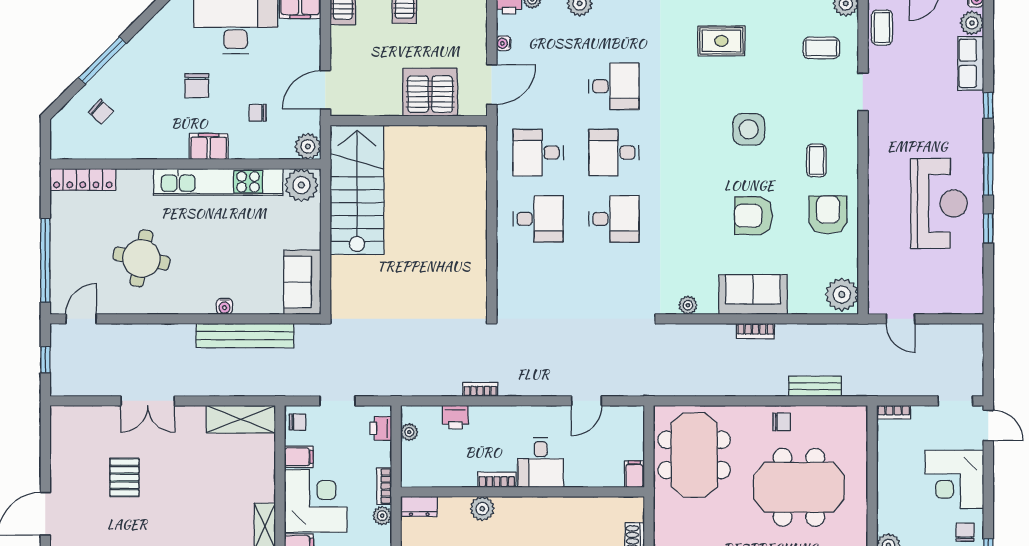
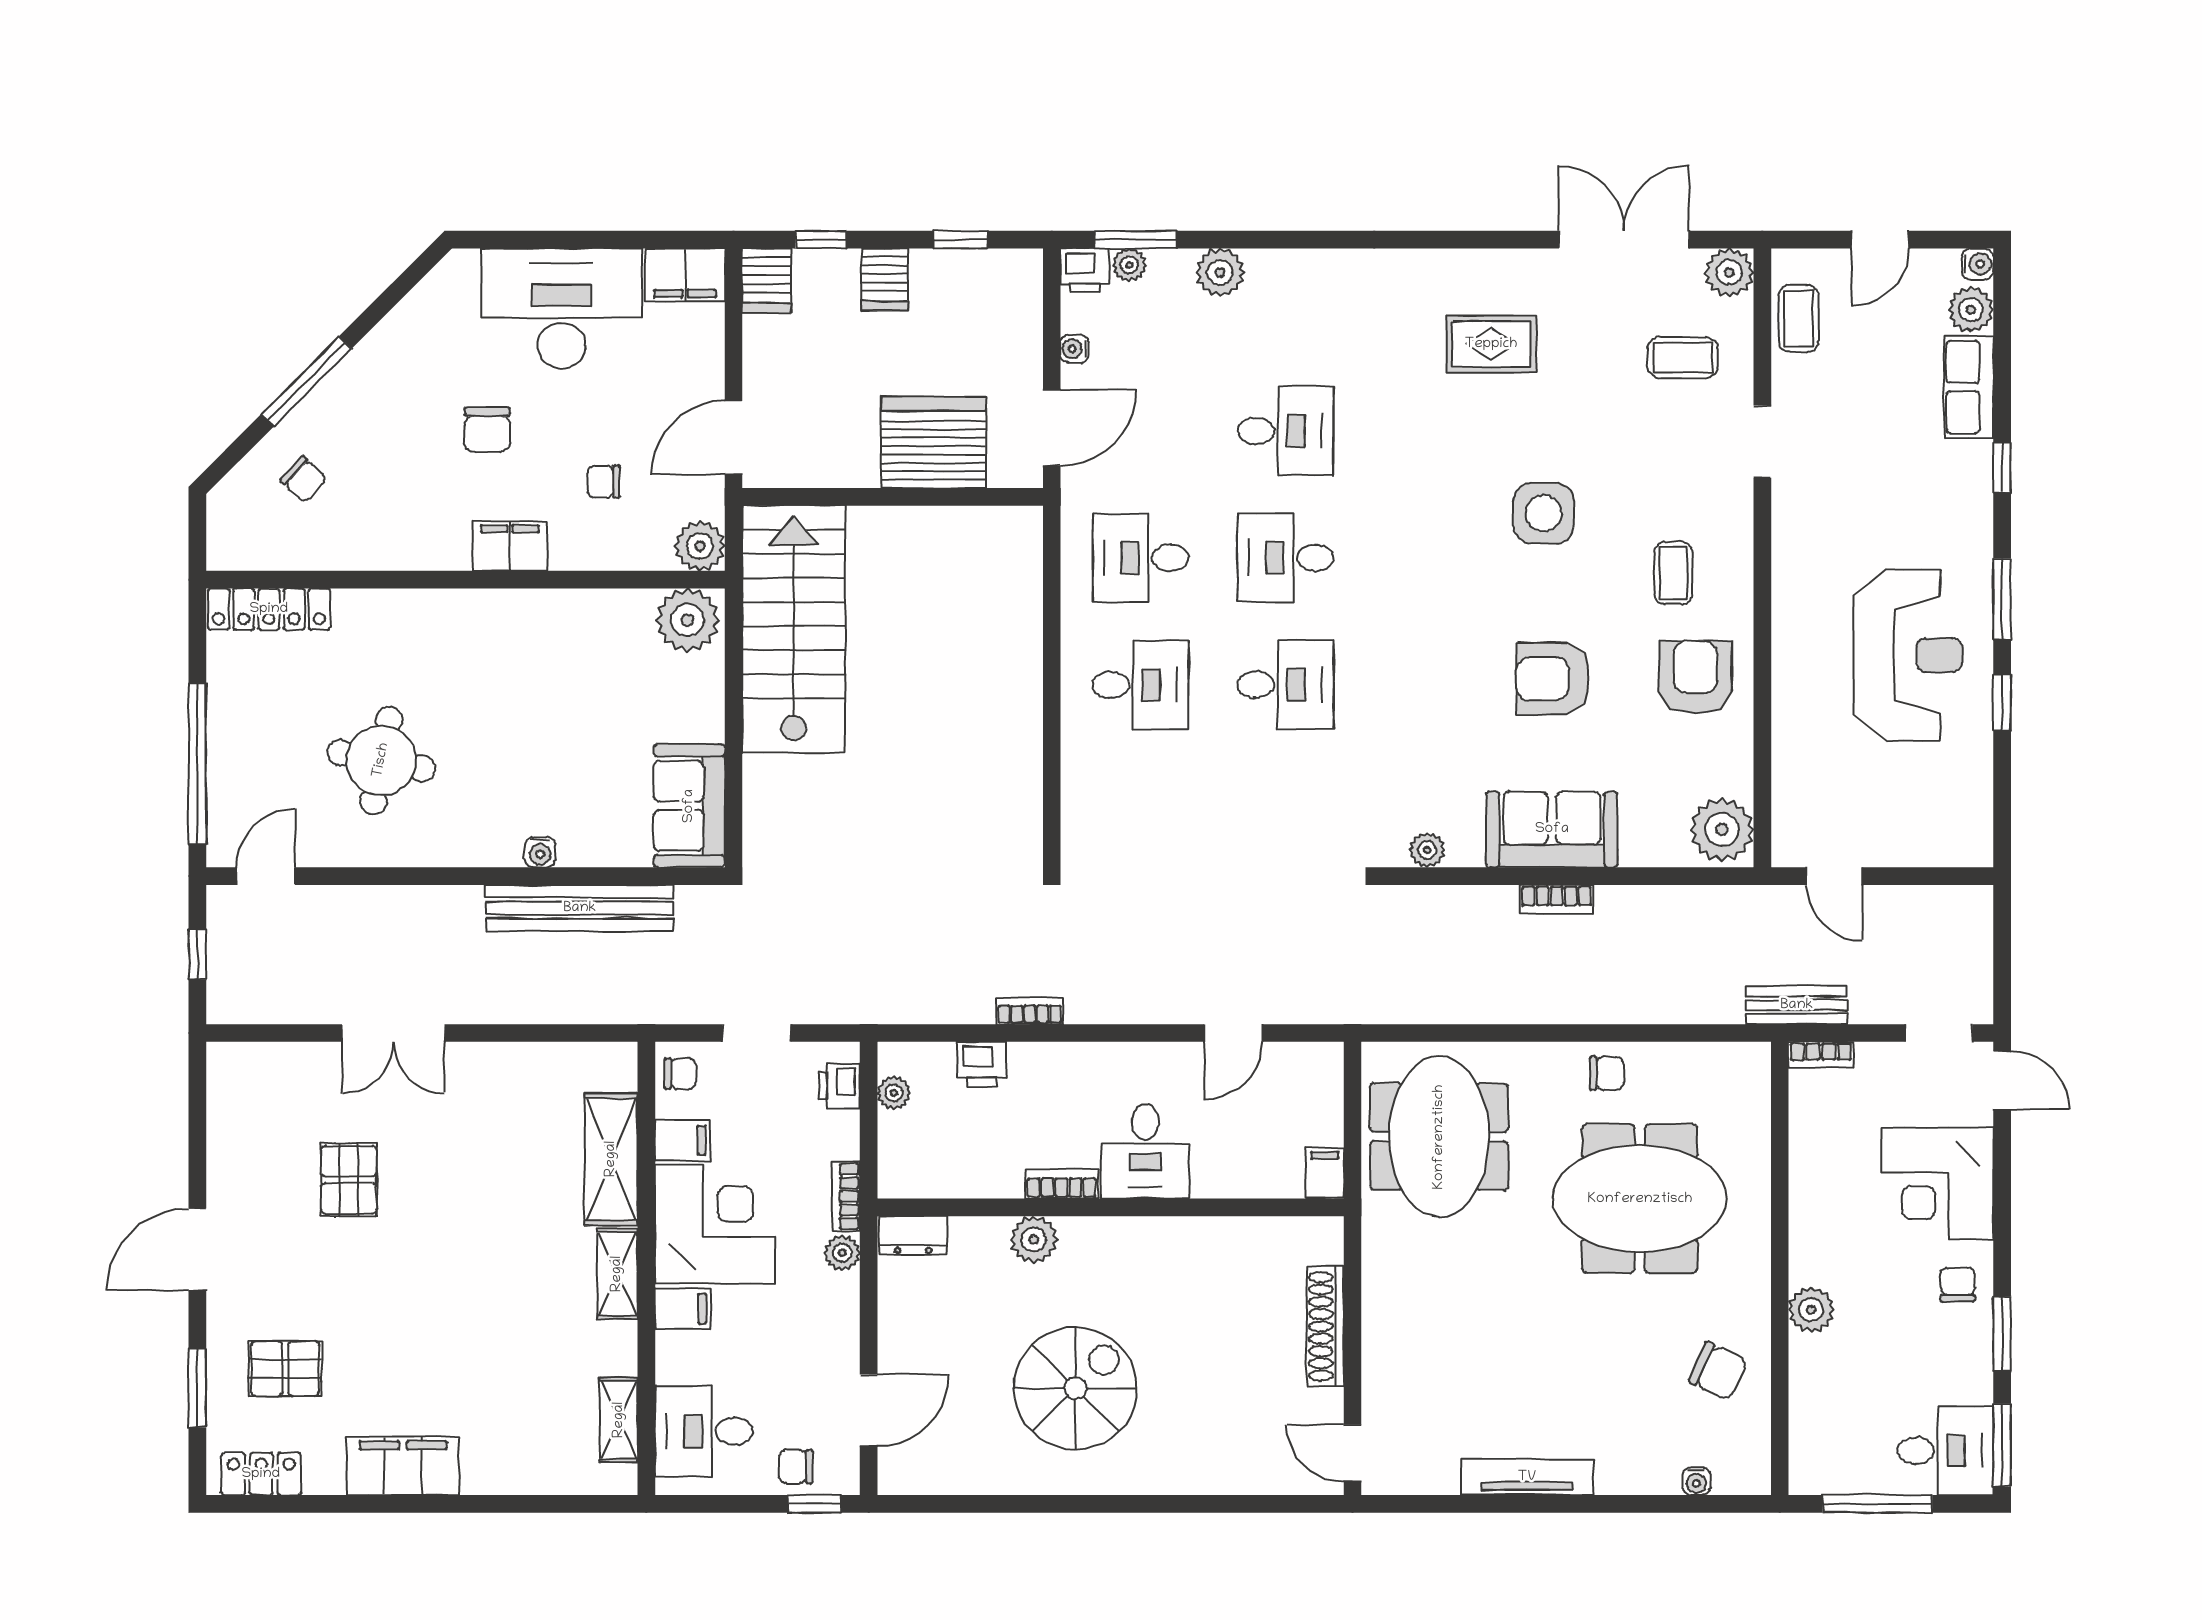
kitchen unit: (218, 182) -> (528, 614), removed
bench: (815, 386) -> (1797, 1005), moved
shelving: (241, 419) -> (611, 1159), moved, turned 90

